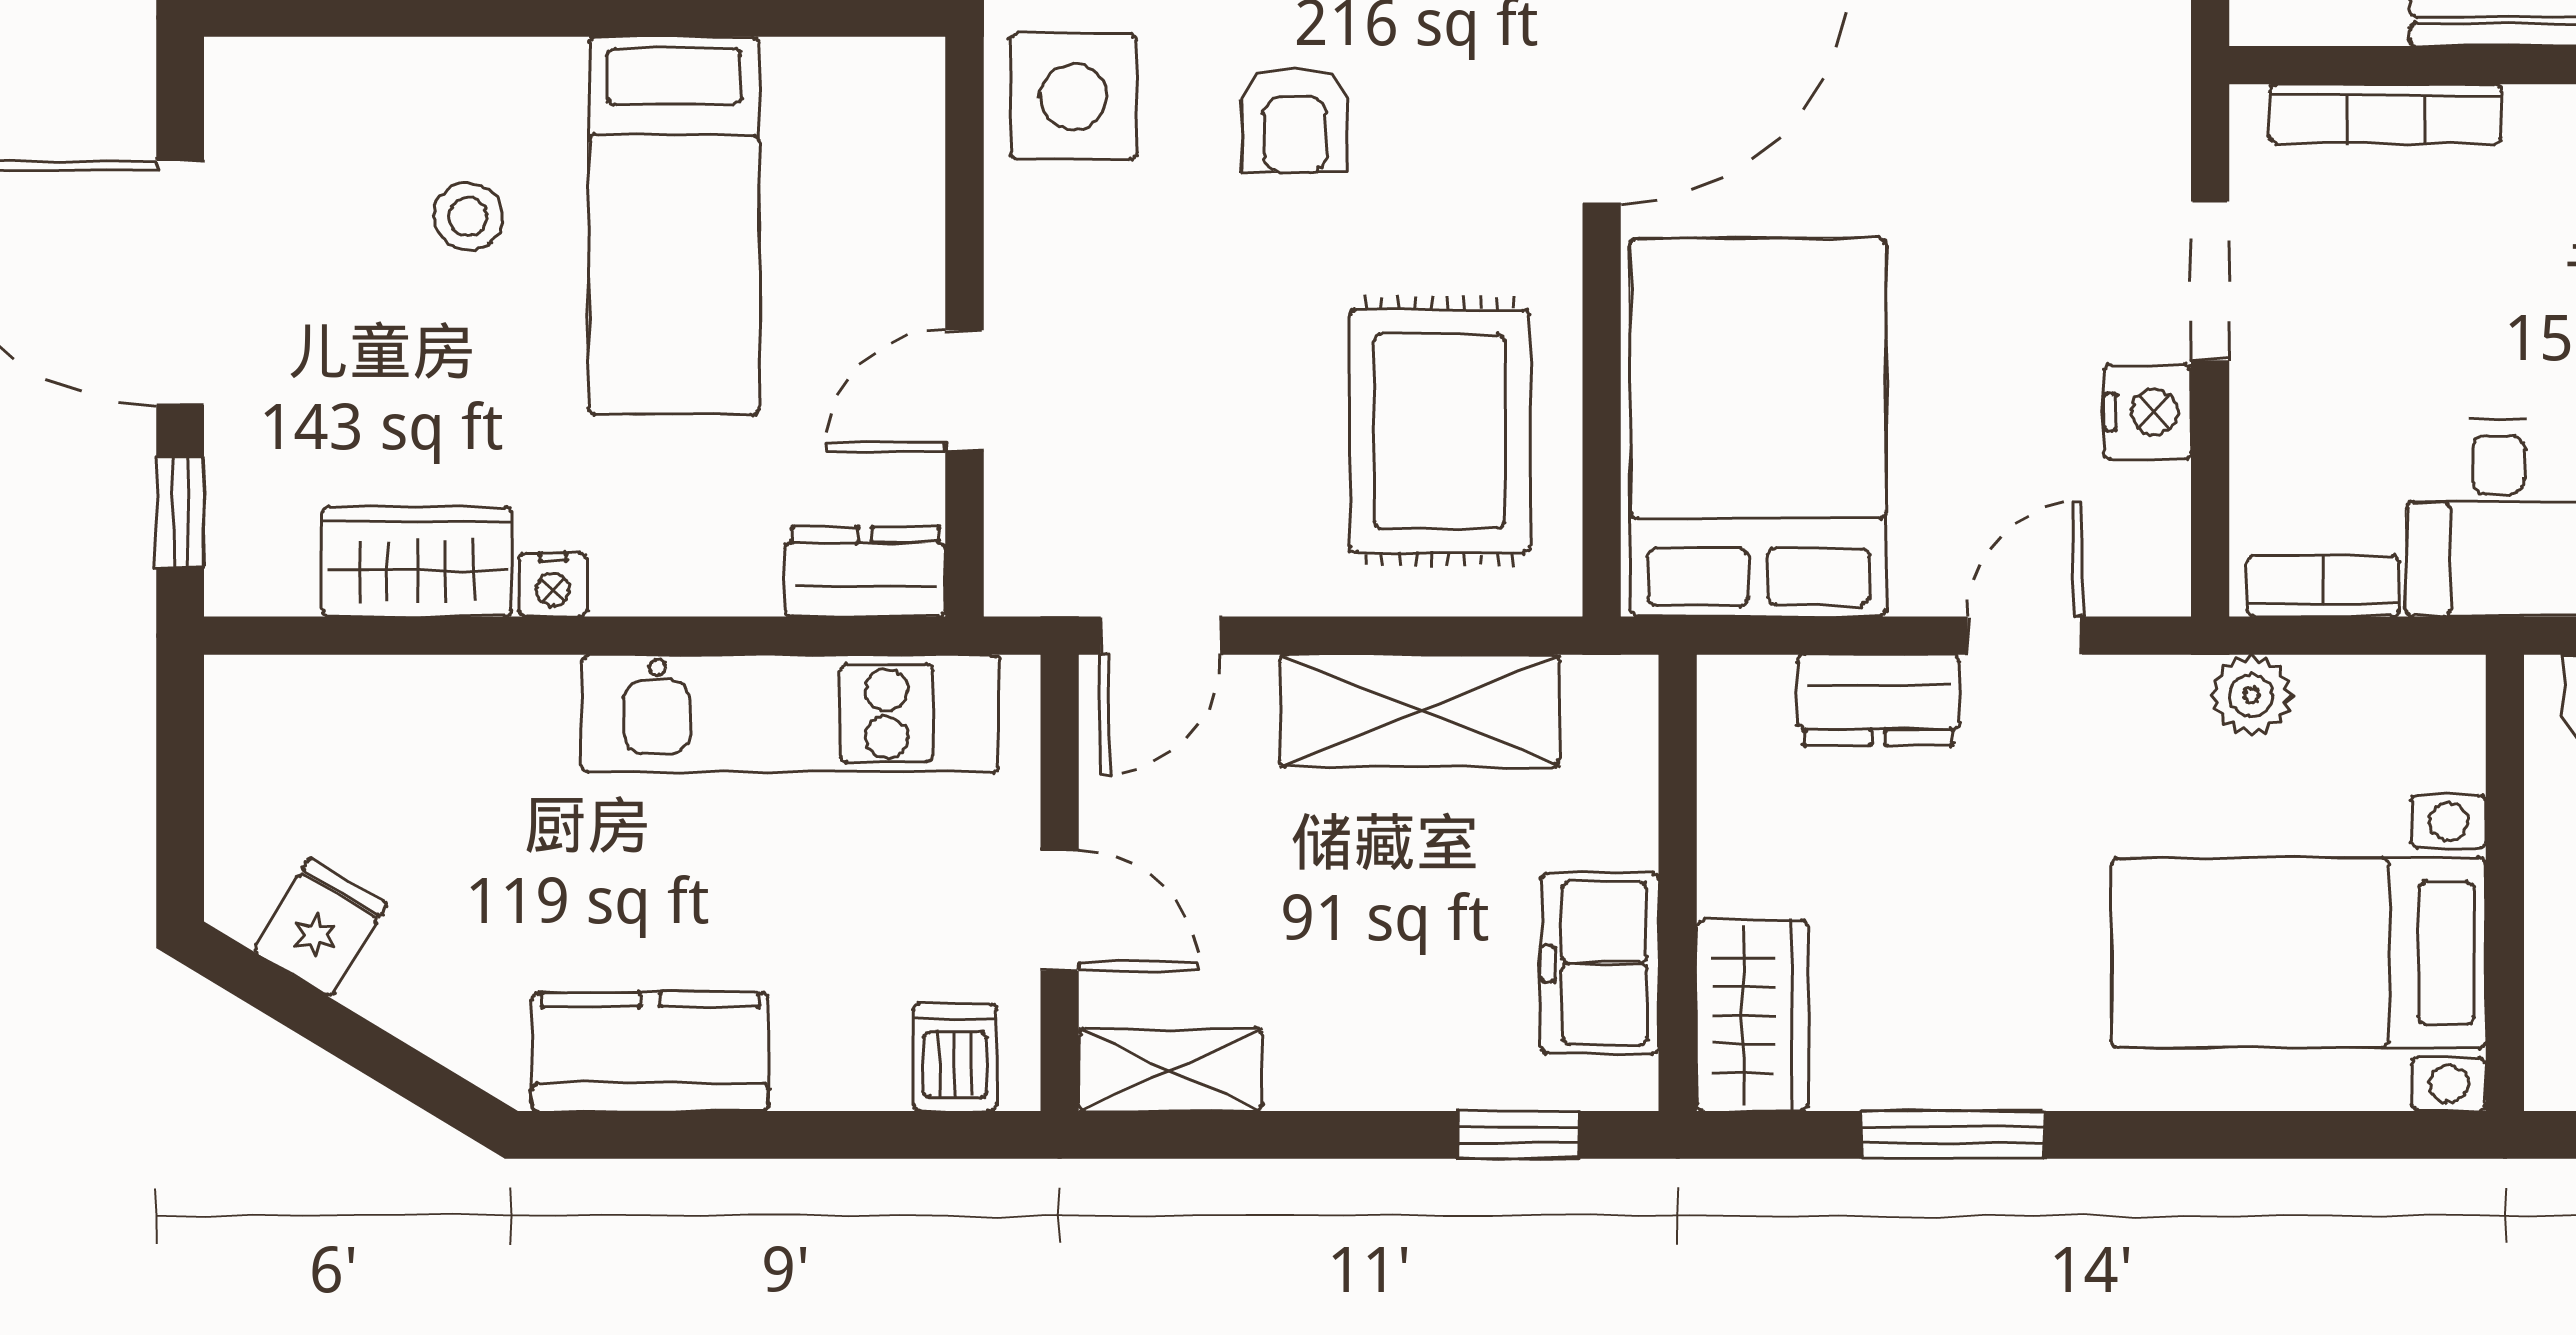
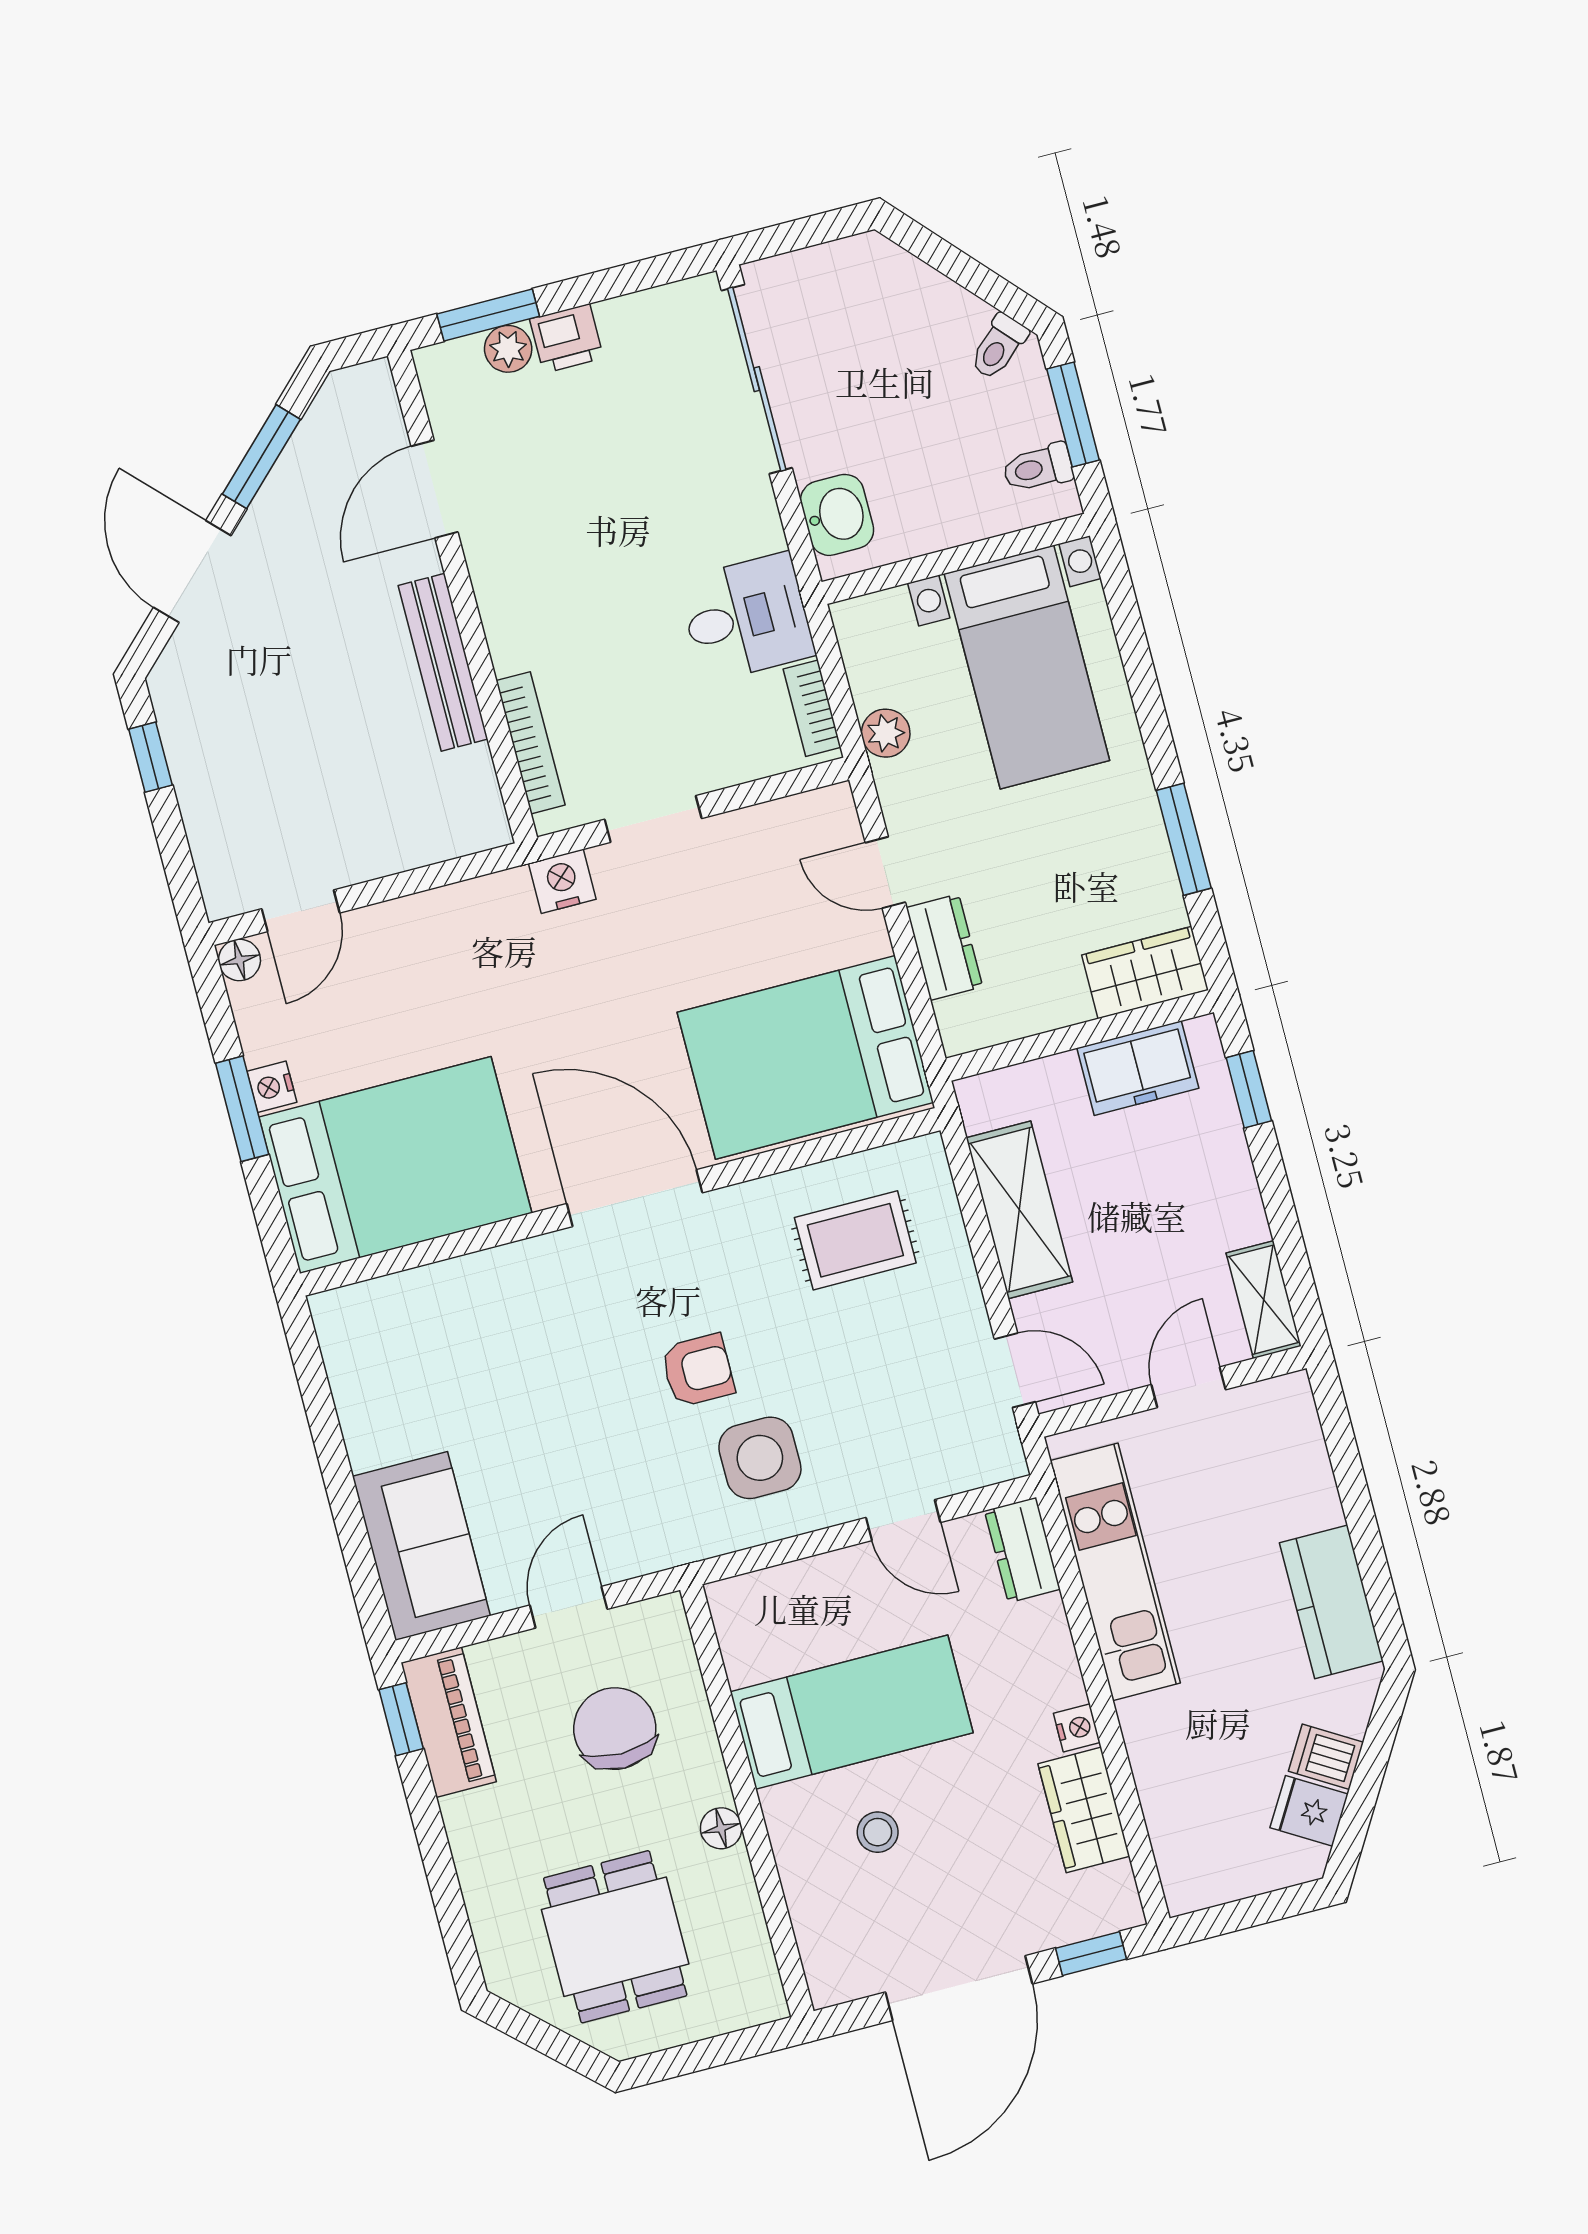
side table: (1073, 96) -> (760, 1458), moved
nightstand: (2147, 412) -> (562, 881), moved
rug: (1440, 431) -> (855, 1240), width x0.73, depth x0.70
dishwasher: (955, 1057) -> (1326, 1757), moved, turned 31

